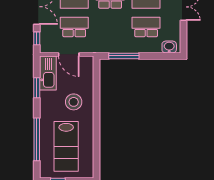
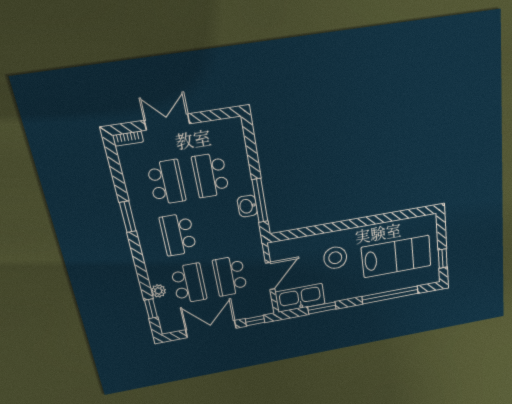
washbasin: (169, 47) -> (247, 206), moved

